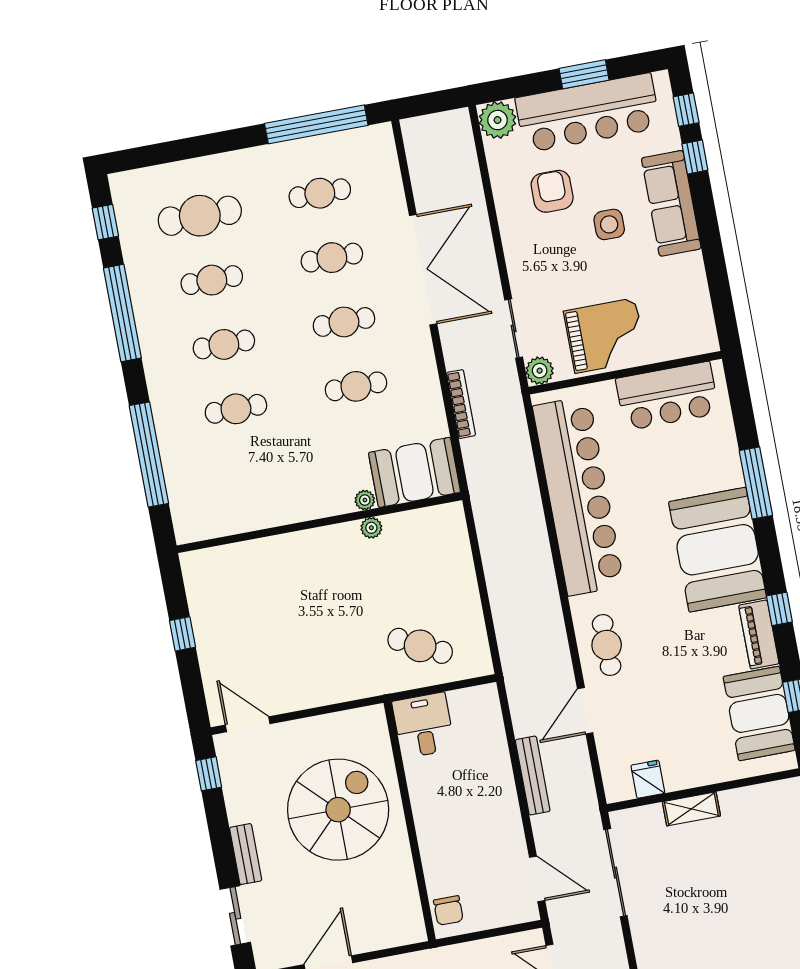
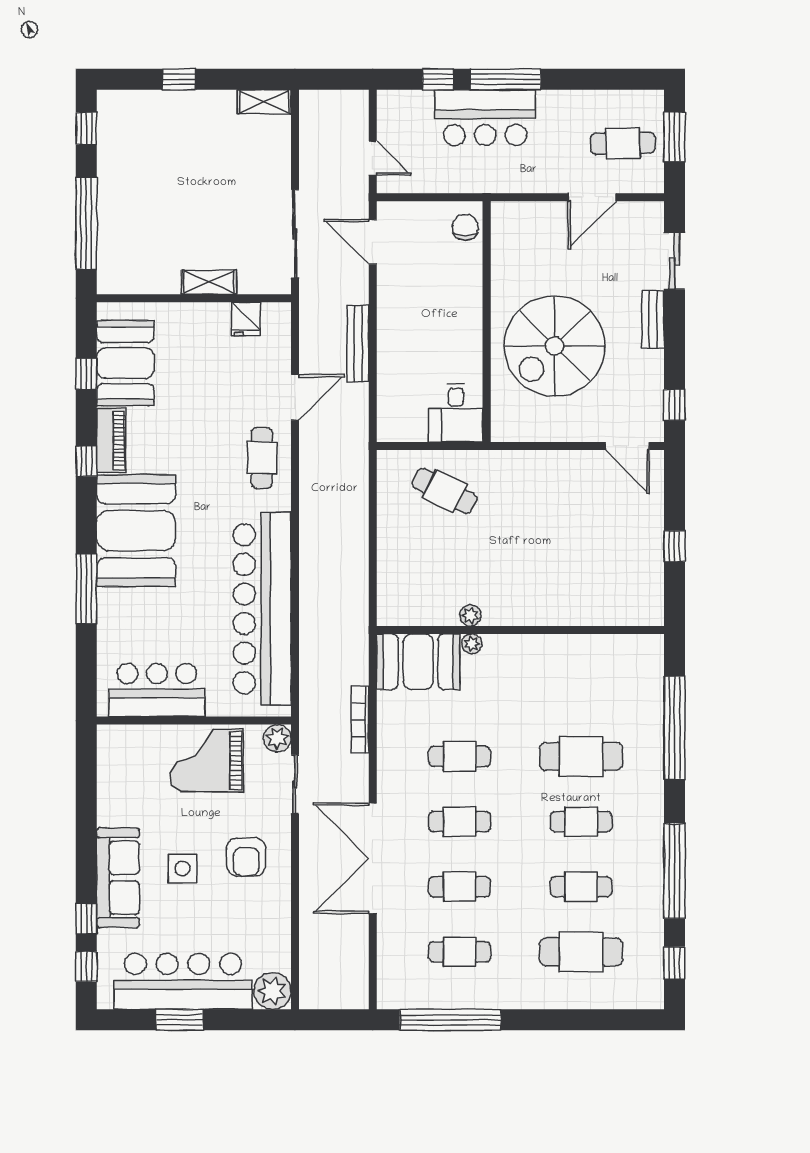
armchair: (552, 191) -> (246, 857), moved
cafe table: (236, 409) -> (581, 756), width x1.37, depth x1.35

